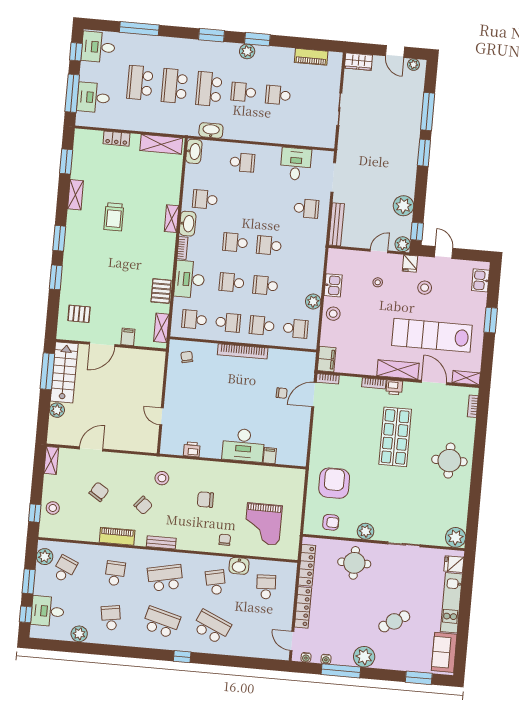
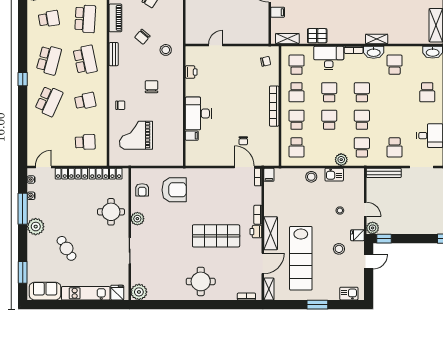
plant: (403, 206) -> (404, 226), removed
school desk: (303, 248) -> (362, 147), added
plant: (313, 301) -> (341, 160), moved
lab bench: (432, 335) -> (301, 258), turned 180
filing cabinet: (327, 359) -> (269, 175), width x0.50
washbasin: (239, 566) -> (100, 119), removed
school desk: (115, 573) -> (85, 19), width x1.85

